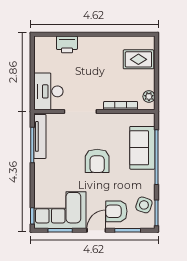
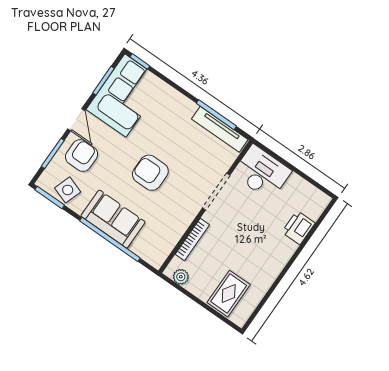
sofa: (142, 148) -> (113, 219), moved

